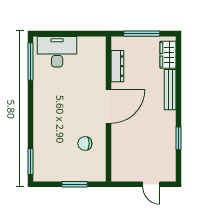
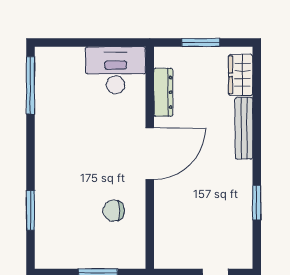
window: (142, 34) -> (201, 43), width x0.69
desk: (57, 52) -> (116, 70), moved
window: (31, 162) -> (30, 210), moved

